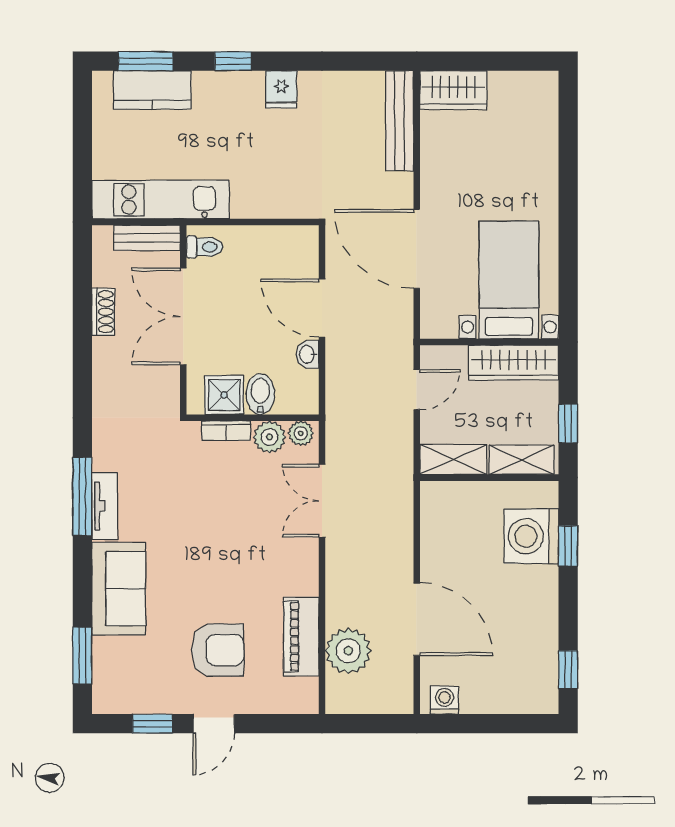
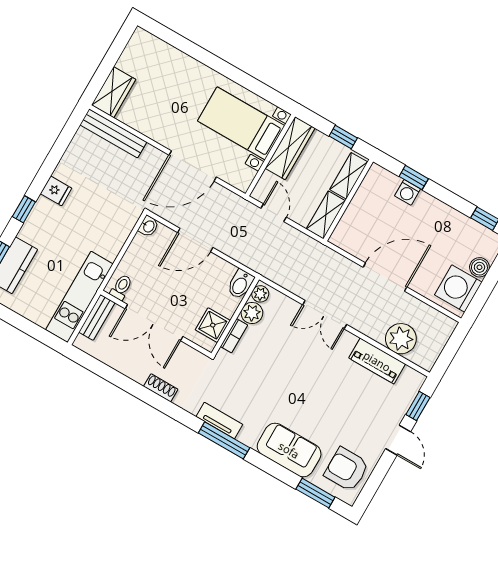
shoe rack: (103, 312) -> (161, 388), moved
washbasin: (307, 354) -> (149, 226), moved, turned -90
bidet: (260, 394) -> (240, 284), moved, turned -90
double door: (322, 501) -> (325, 315), moved
tv unit: (105, 506) -> (219, 421), moved
washing machine: (531, 536) -> (408, 192), width x0.53, depth x0.53
door: (417, 619) -> (385, 277), moved
armchair: (218, 650) -> (347, 469), moved, turned -90
boiler: (501, 699) -> (479, 267), added
washing machine: (445, 700) -> (458, 288), width x1.89, depth x1.89
window: (153, 724) -> (418, 406), moved

